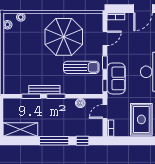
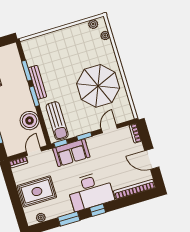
door: (105, 38) -> (109, 129), swing flipped
sun lounger: (81, 67) -> (57, 121), moved
boiler: (80, 103) -> (30, 121), width x1.86, depth x1.86
door: (105, 111) -> (34, 151), hinge flipped

